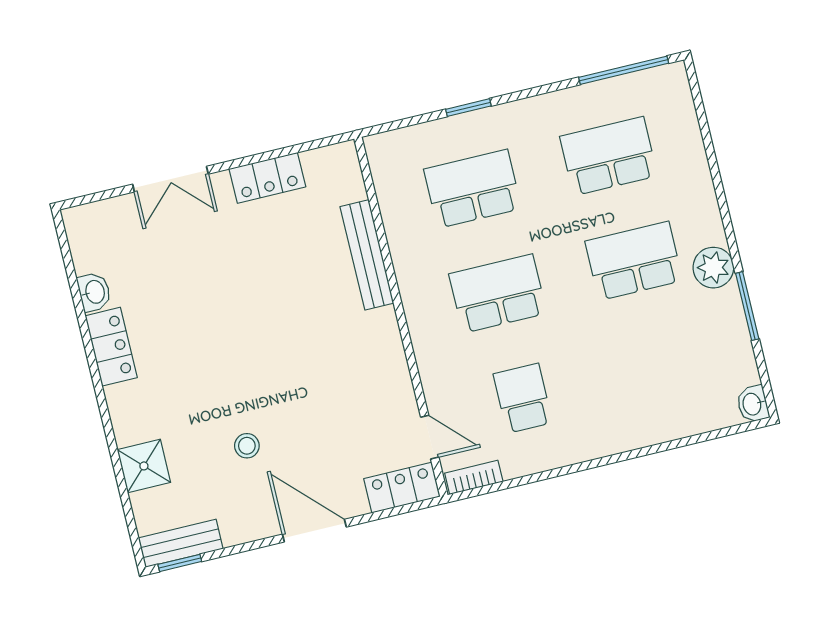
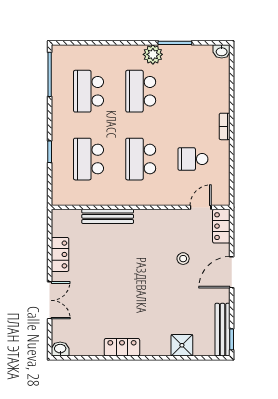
washbasin: (94, 292) -> (60, 349), moved
stool: (247, 446) -> (183, 259), moved
bookcase: (474, 477) -> (225, 126), moved
bench: (181, 543) -> (223, 330), width x1.36

